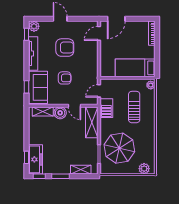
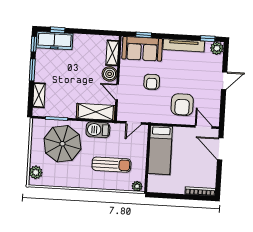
armchair: (65, 48) -> (182, 105), moved
bed: (135, 68) -> (160, 150), moved, turned 180
door: (99, 91) -> (134, 123), swing flipped
door: (74, 106) -> (117, 92), hinge flipped
barbecue: (106, 108) -> (98, 130), moved

